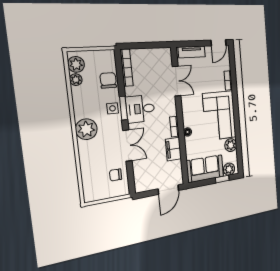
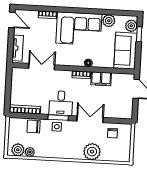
plant: (86, 129) -> (92, 152), moved

